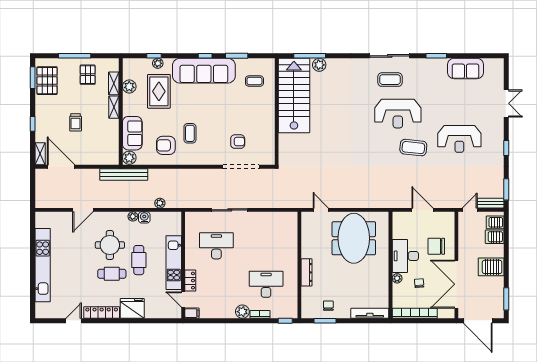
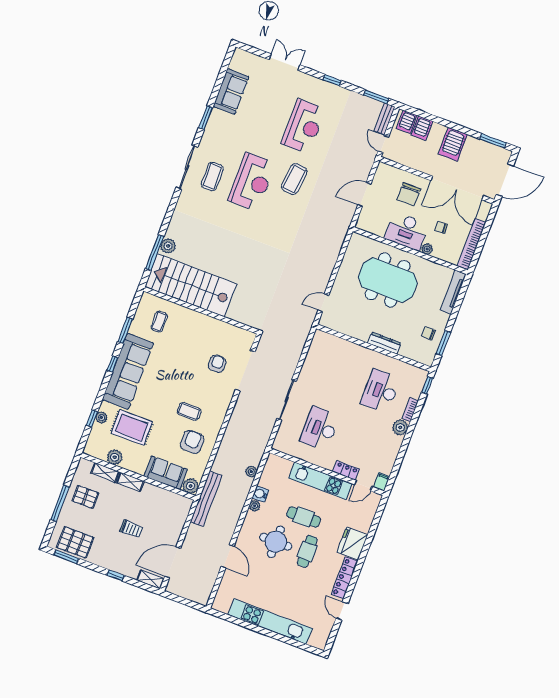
armchair: (166, 145) -> (192, 442), turned 180
meeting table: (354, 238) -> (388, 280), moved

